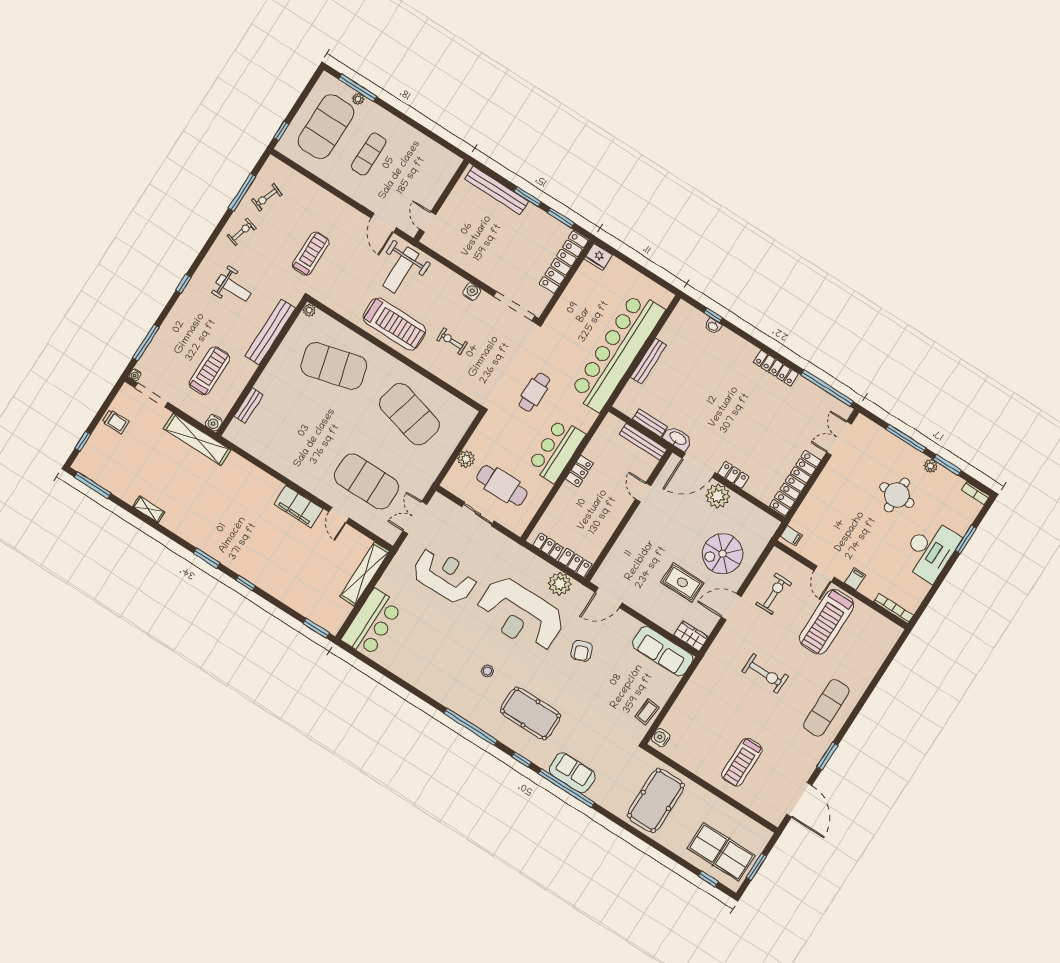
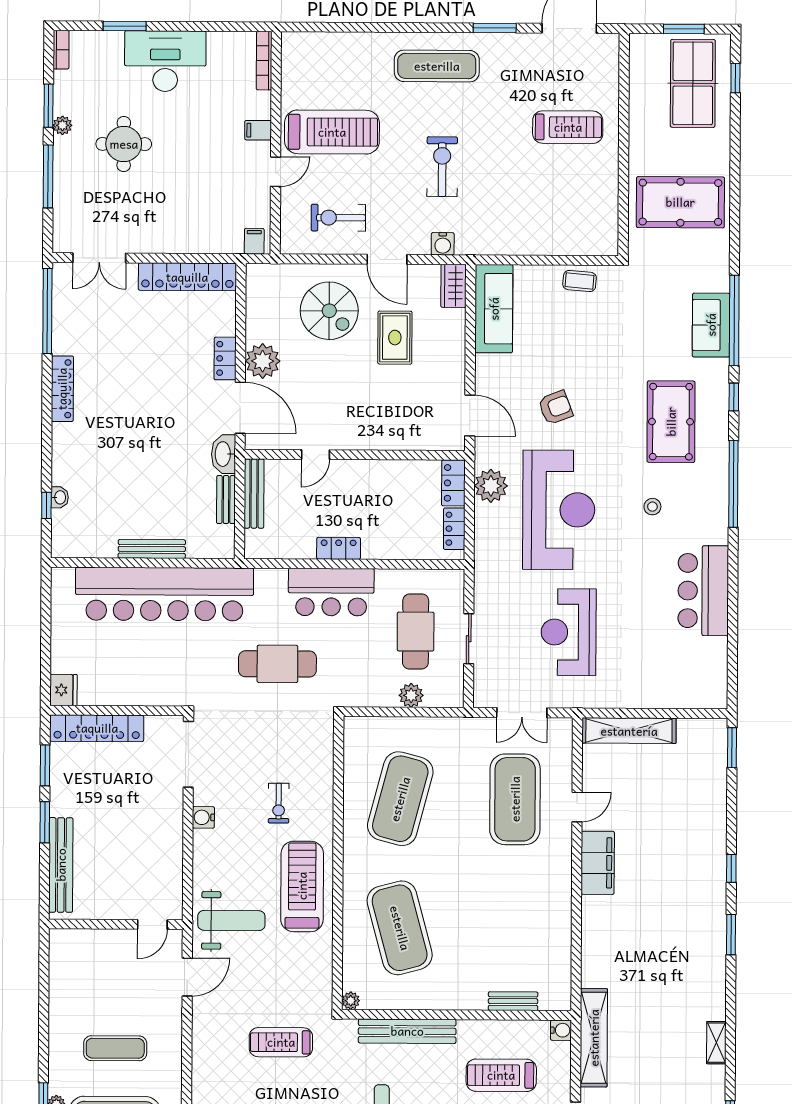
cafe table: (534, 392) -> (277, 664), width x1.37, depth x1.35
bar counter: (372, 623) -> (703, 591), moved, turned -90
water cooler: (661, 738) -> (443, 244), moved

